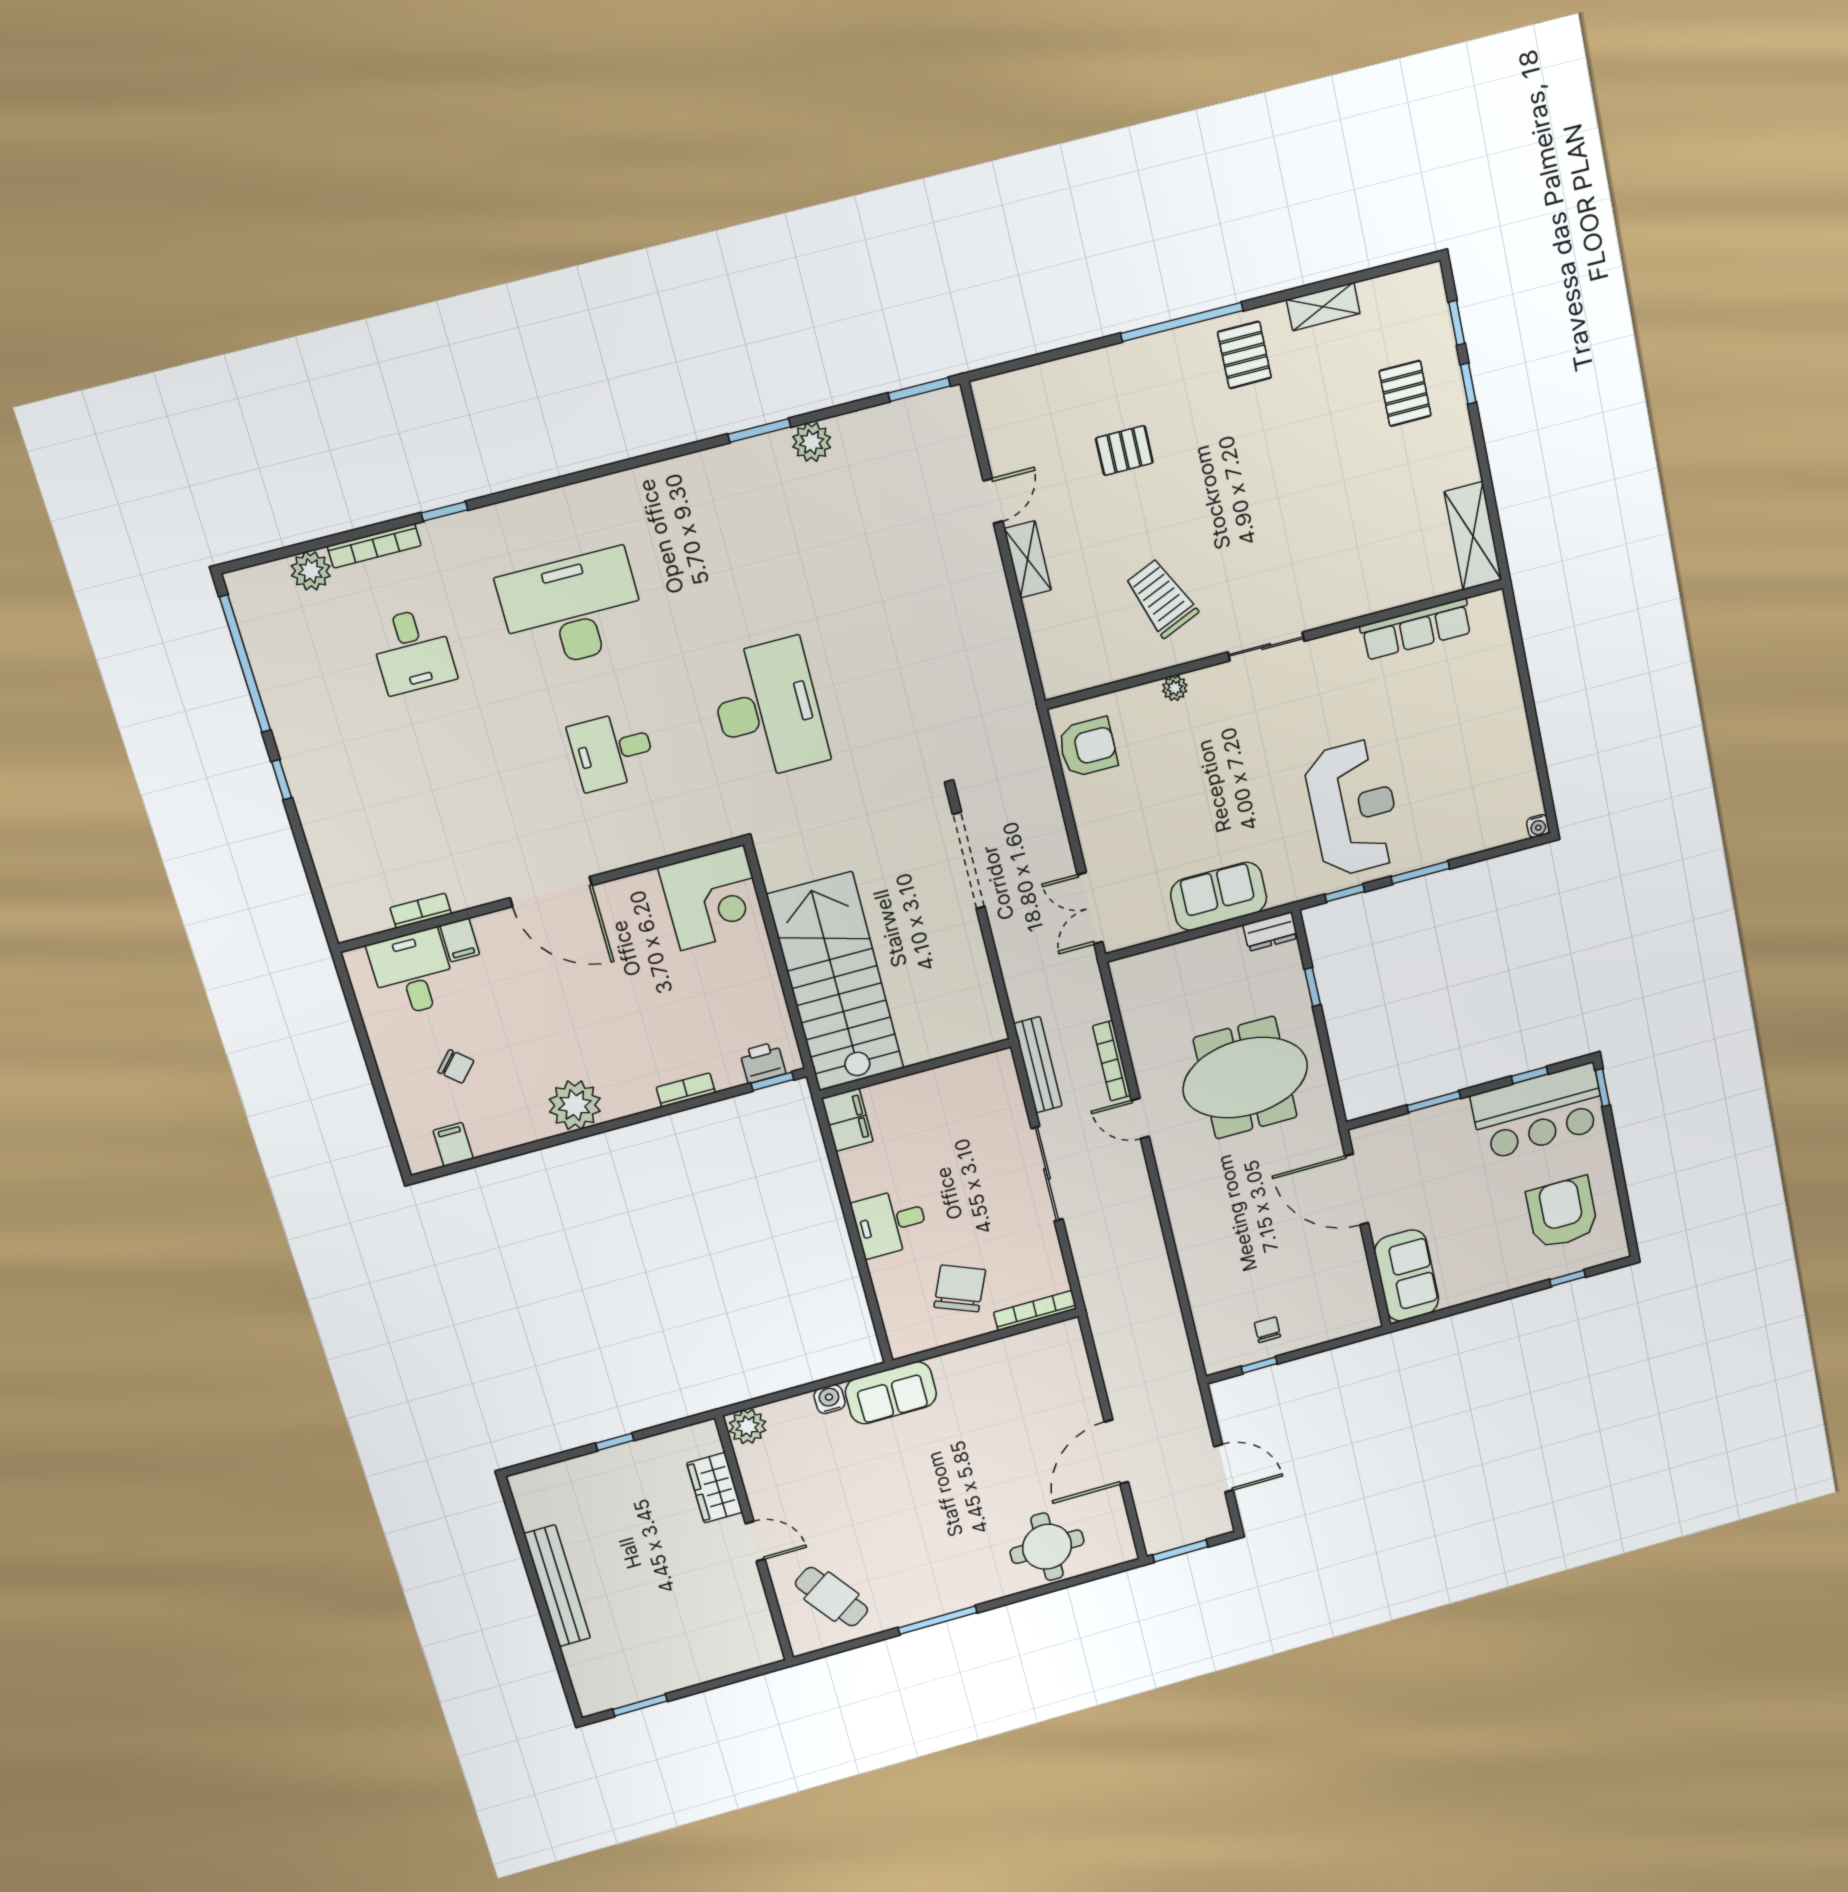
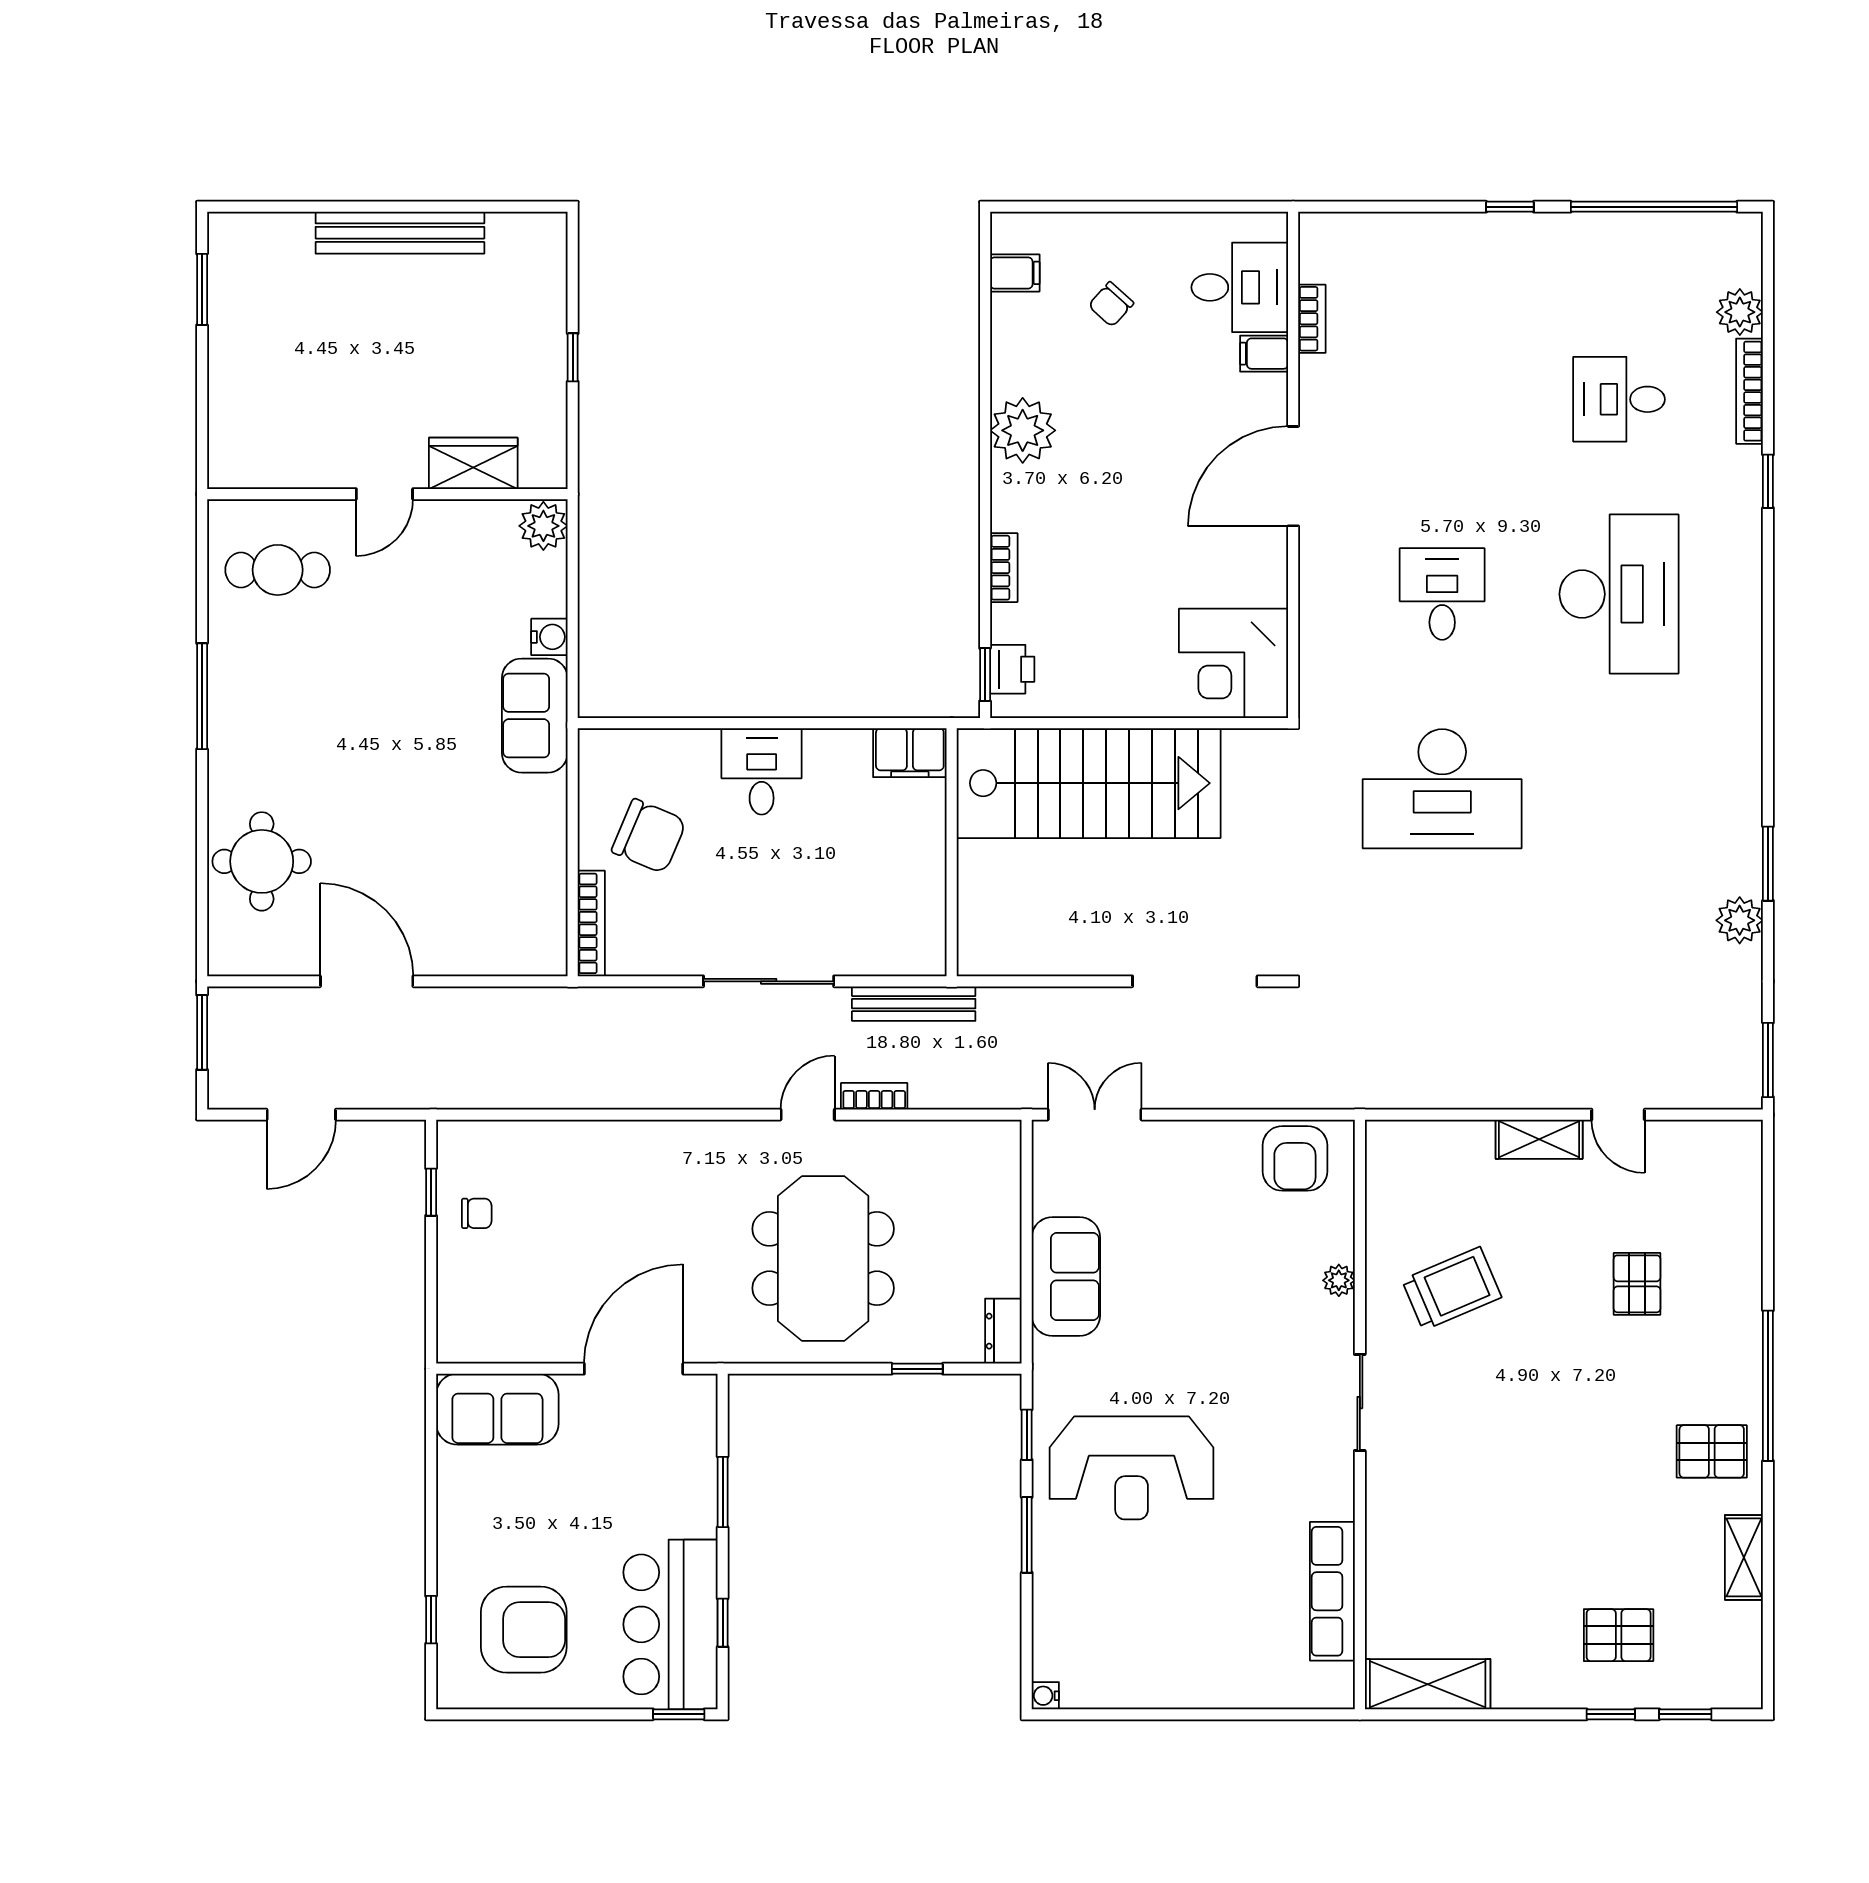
bookcase: (1112, 1061) -> (874, 1096), width x0.64
cafe table: (832, 1597) -> (278, 570), turned 35

